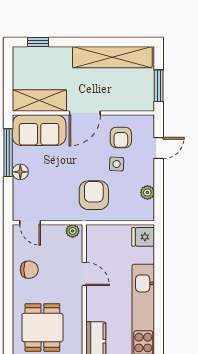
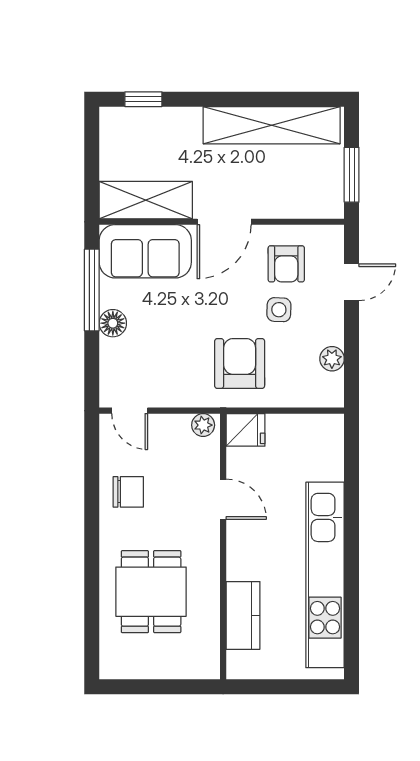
fridge: (143, 237) -> (246, 430), moved, turned 180

